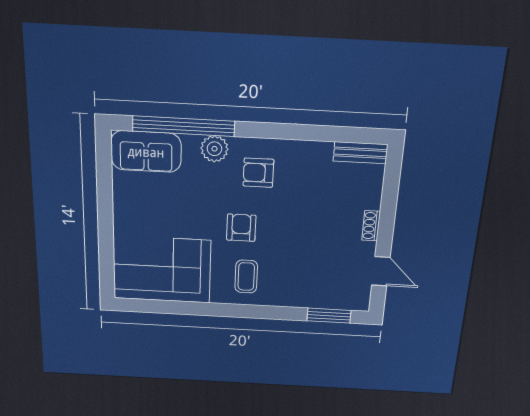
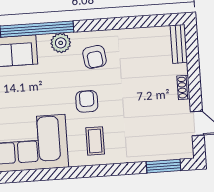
bench: (361, 153) -> (179, 44), moved, turned 90
armchair: (258, 173) -> (95, 57), turned -98

